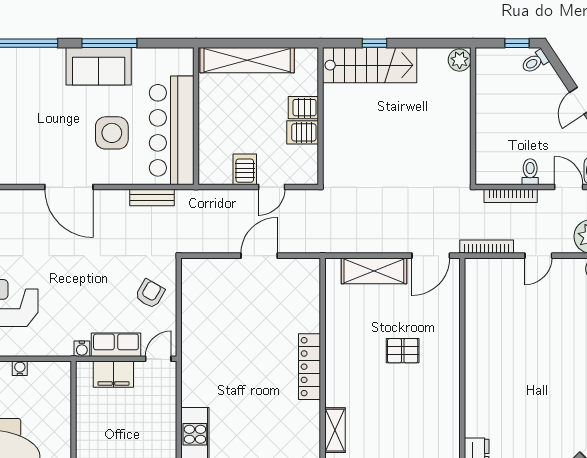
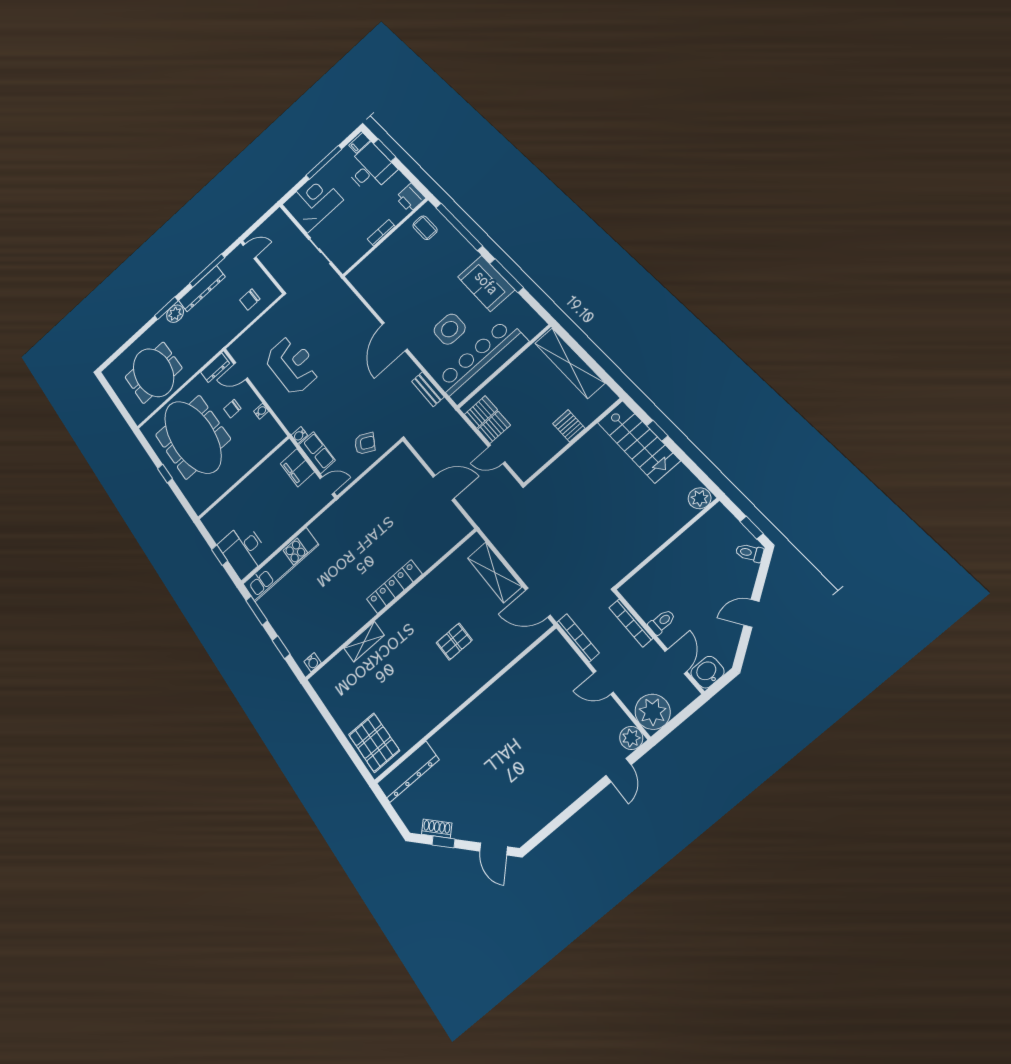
server rack: (303, 132) -> (481, 412), moved, turned 90
pallet: (403, 351) -> (454, 641), turned 90

